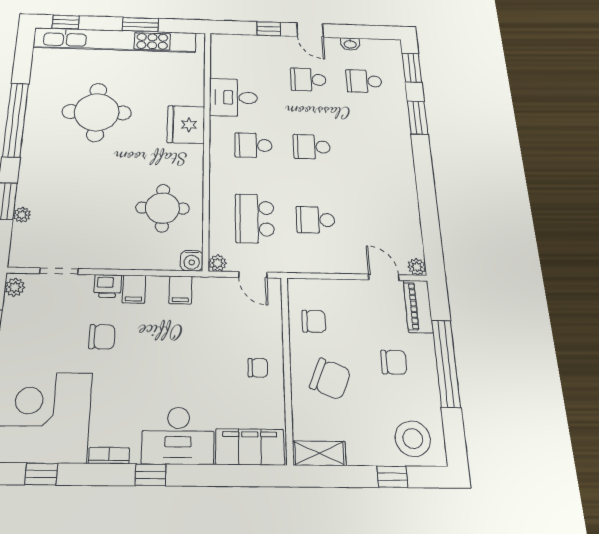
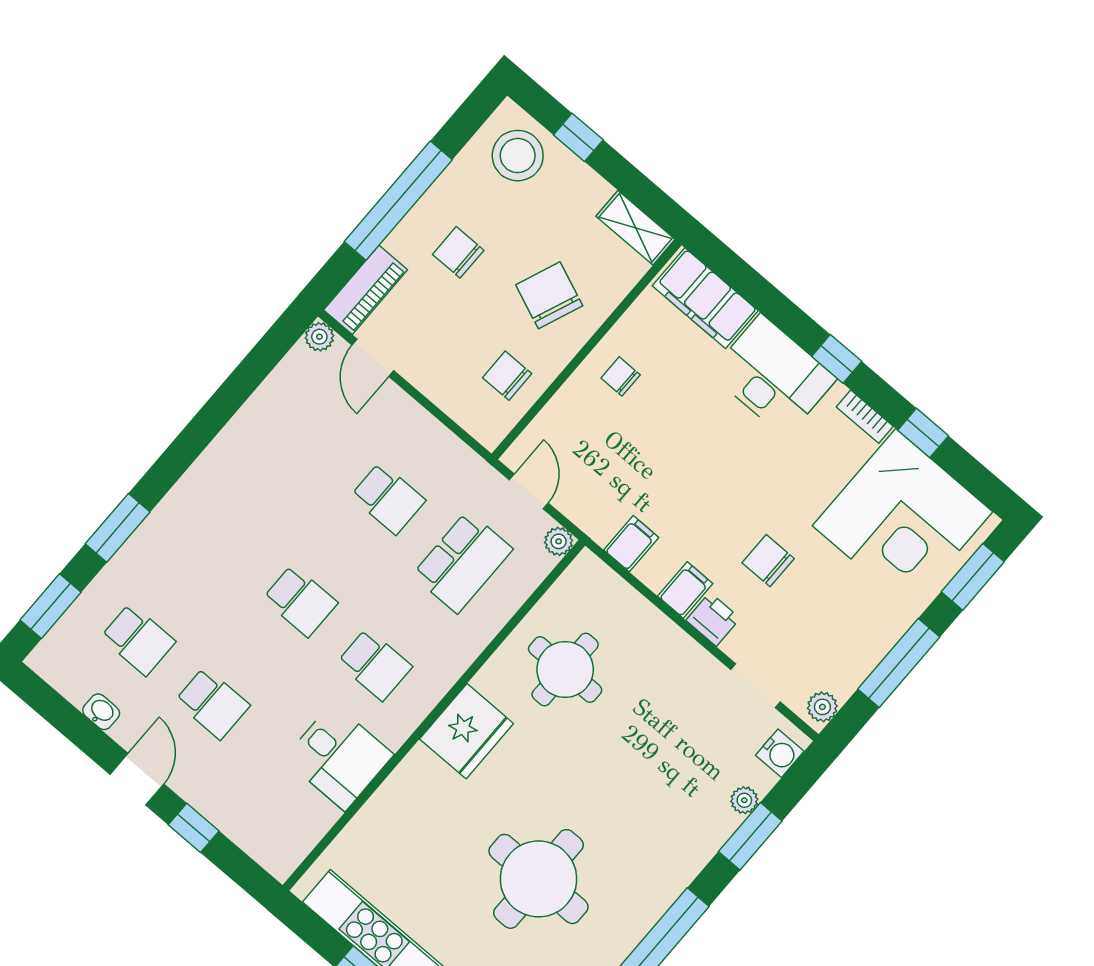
fridge: (186, 125) -> (467, 731), moved
water cooler: (192, 261) -> (780, 753), moved, turned 90
window: (41, 474) -> (923, 433), moved

